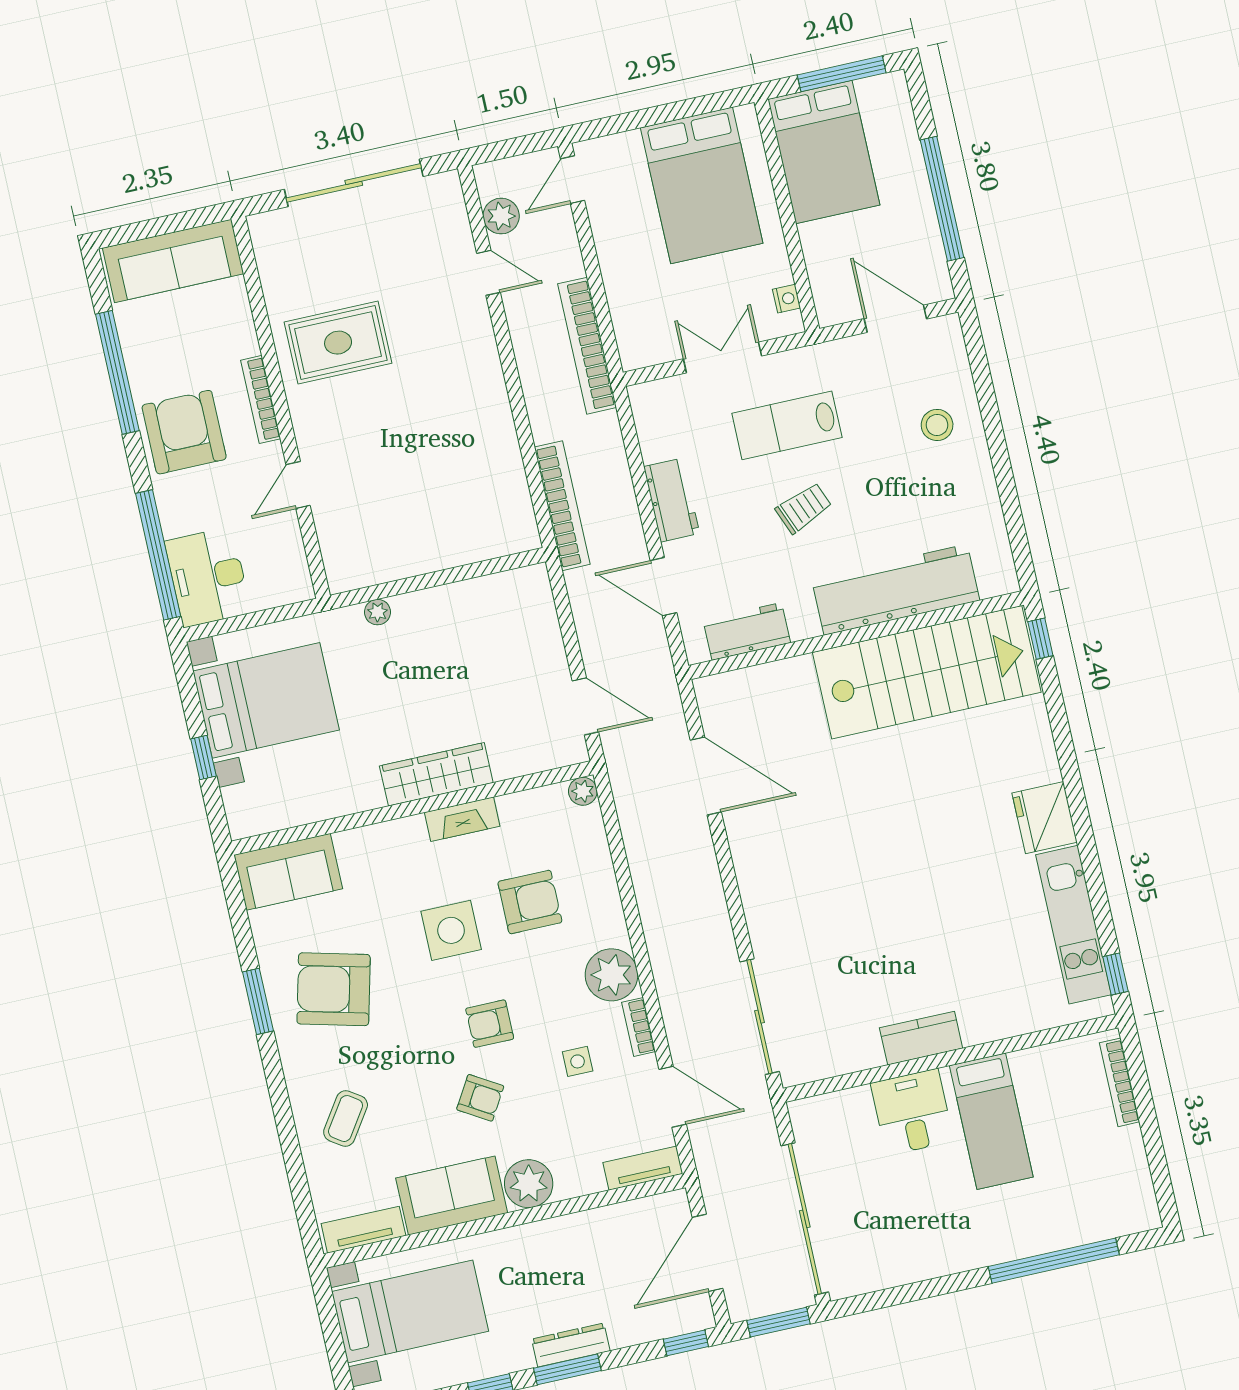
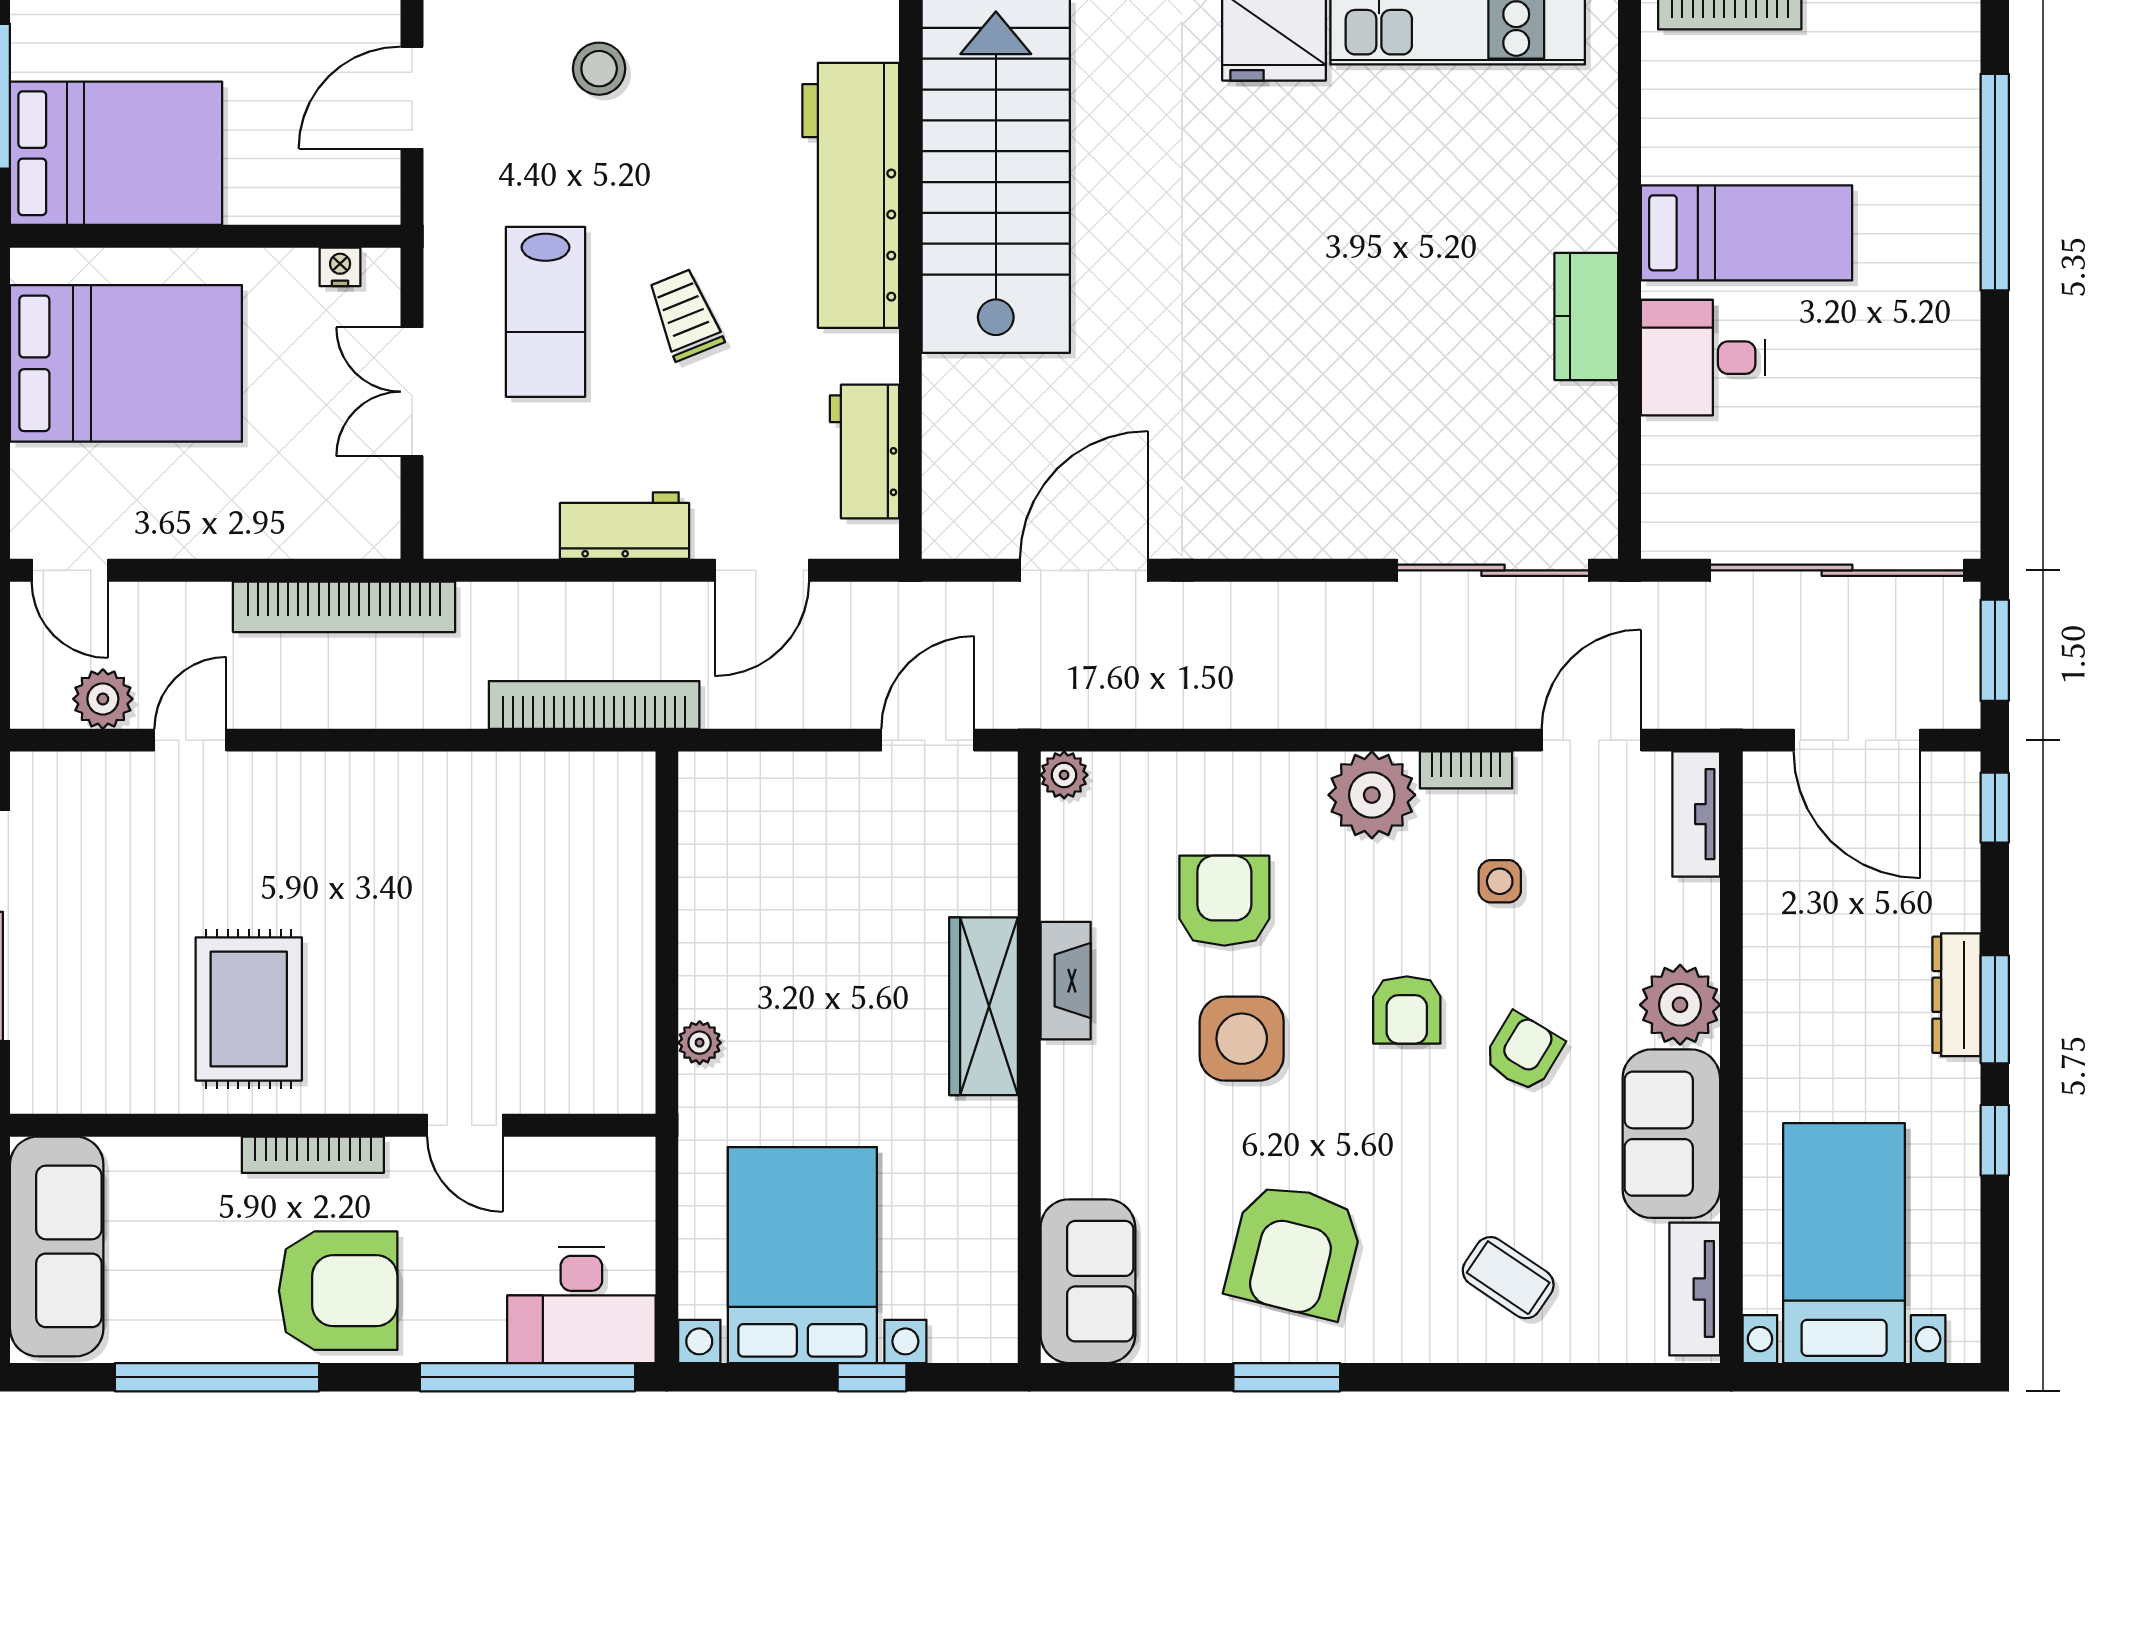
armchair: (184, 432) -> (338, 1291), turned 180

